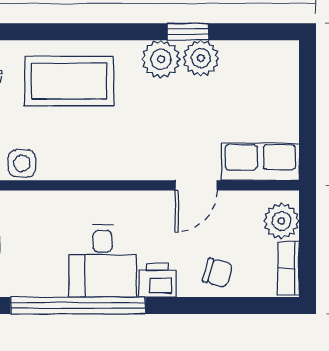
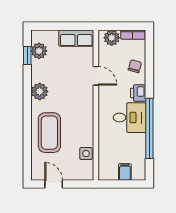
window: (188, 32) -> (27, 55), moved
plant: (201, 58) -> (39, 51), moved
row of seats: (260, 162) -> (76, 38), moved, turned -90

